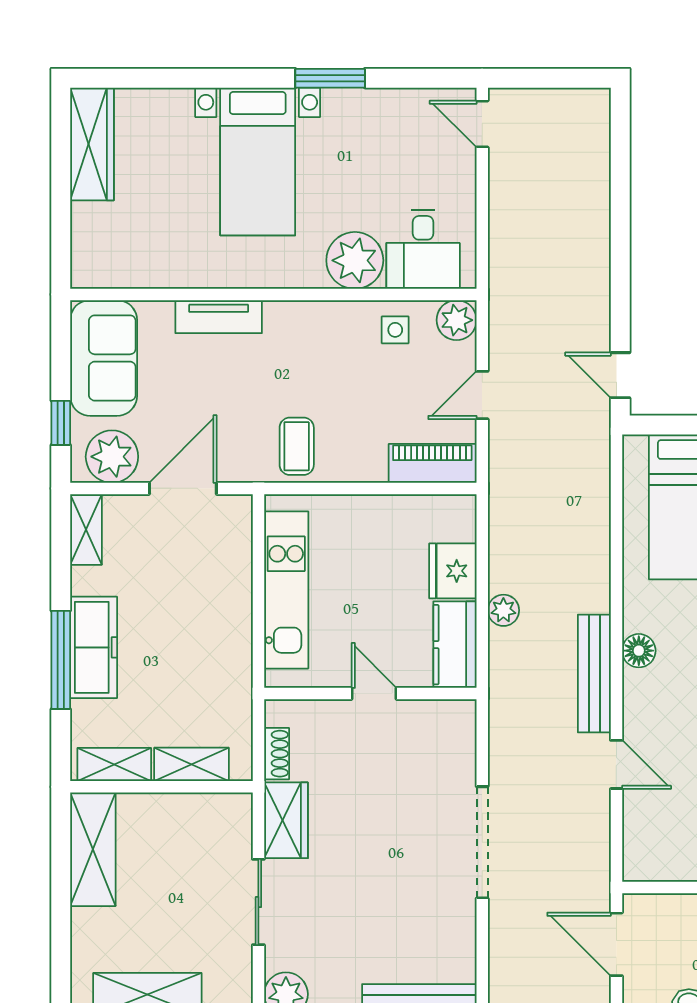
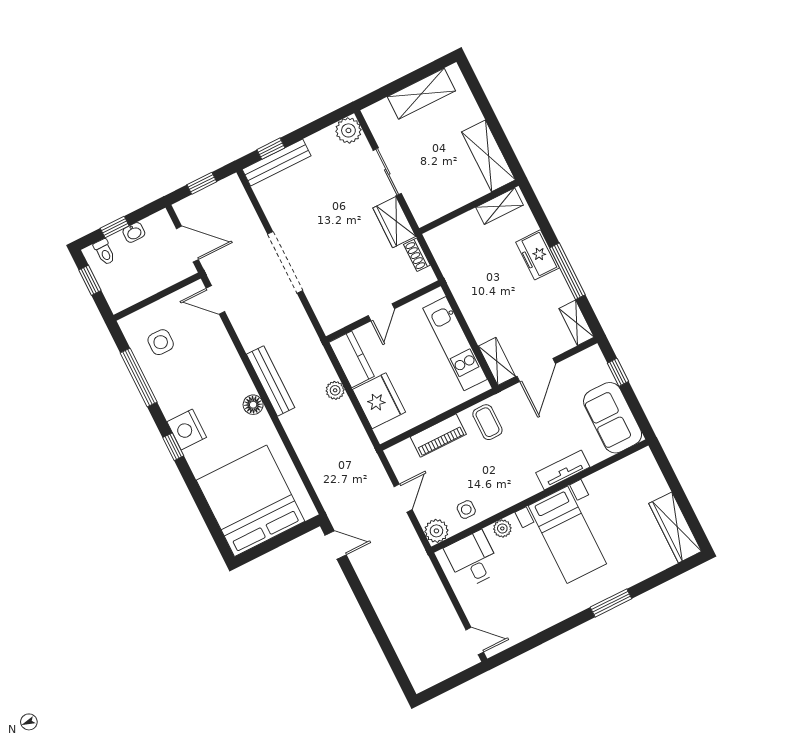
window: (330, 78) -> (611, 603), moved
bed with nightstands: (258, 161) -> (567, 535), moved, turned 180
plant: (355, 260) -> (502, 528), width x0.53, depth x0.53
plant: (112, 457) -> (582, 368), removed
piano: (432, 463) -> (438, 436), moved
fridge: (453, 571) -> (379, 401), width x1.36, depth x1.34
freezer: (94, 647) -> (538, 255), width x0.71
window: (61, 660) -> (567, 271), moved
door: (374, 694) -> (381, 312), hinge flipped
shelving: (192, 764) -> (497, 361), moved, turned 90
door: (616, 764) -> (215, 300), moved

